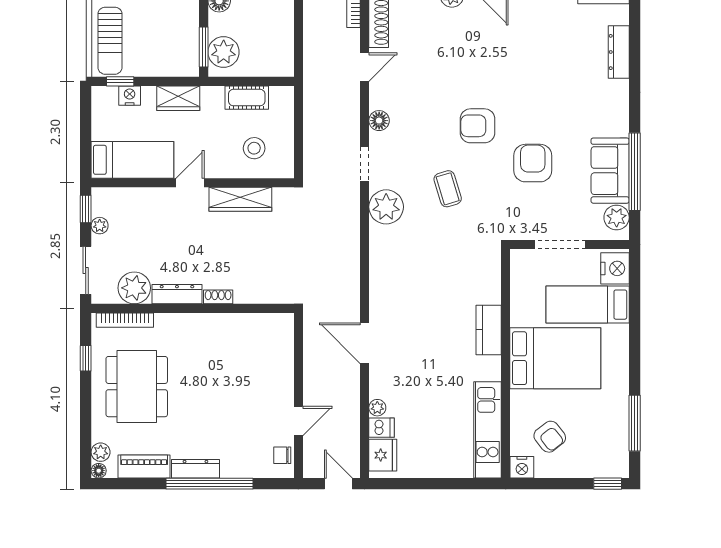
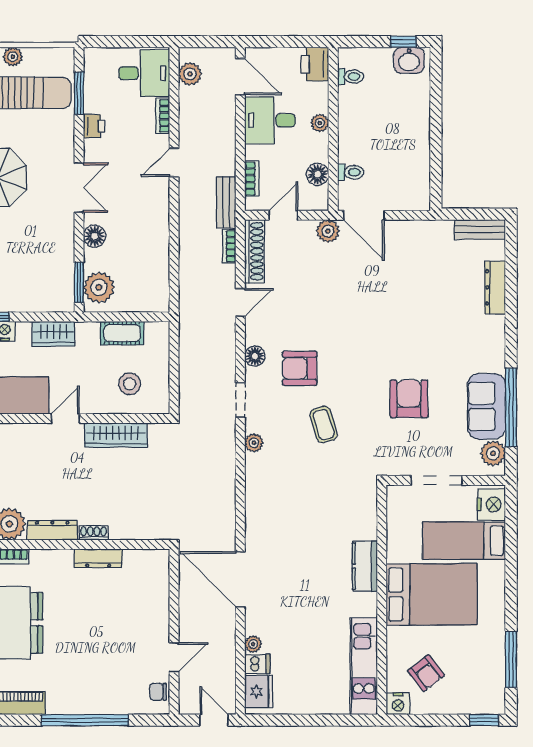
armchair: (477, 126) -> (300, 368), moved
plant: (386, 207) -> (254, 443), width x0.53, depth x0.53
door: (365, 343) -> (240, 579), width x1.36
dresser: (195, 469) -> (98, 558), moved, turned 180

